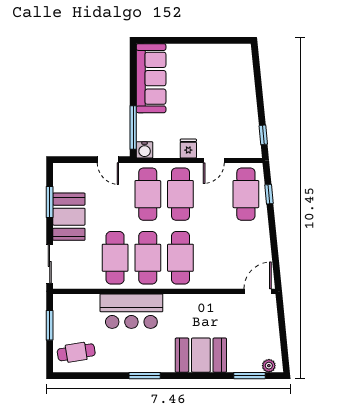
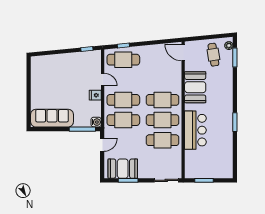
booth: (69, 217) -> (123, 169), moved
cafe table: (76, 352) -> (213, 55), moved
booth: (201, 355) -> (195, 87), moved

